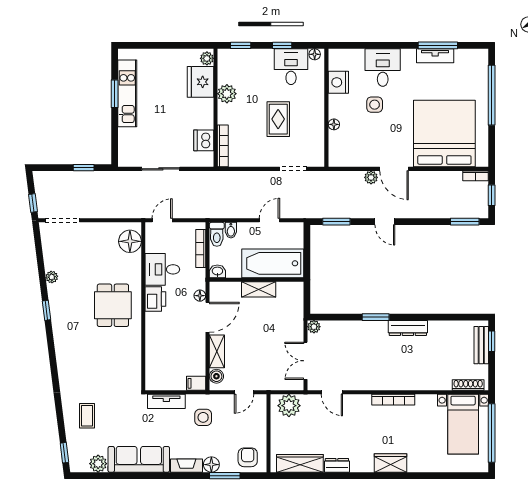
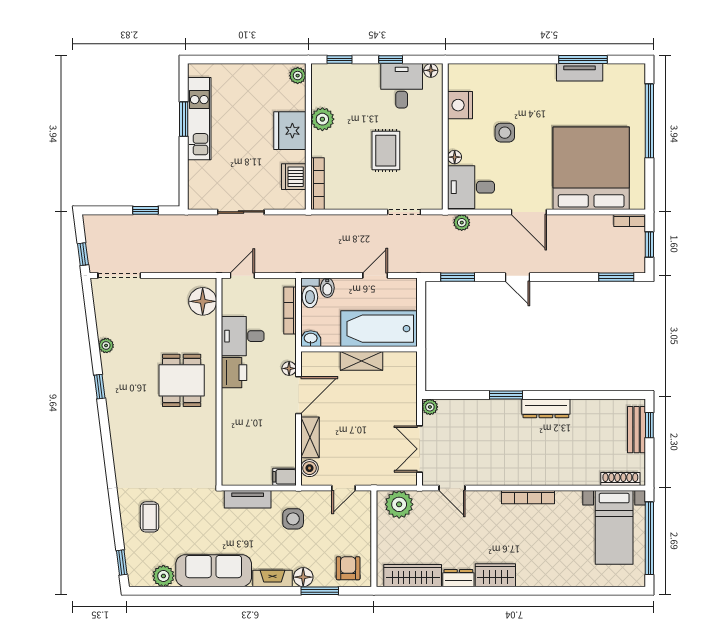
desk: (383, 68) -> (471, 187), moved, turned -90
fridge: (201, 82) -> (290, 131), moved
plant: (371, 177) -> (462, 223), moved
wardrobe: (390, 463) -> (495, 575), moved

